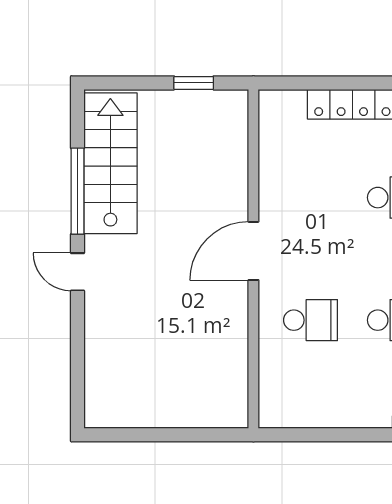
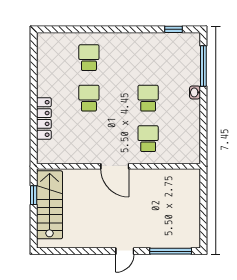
stairs: (110, 163) -> (50, 205), moved, turned 90
window: (77, 191) -> (171, 251), moved

